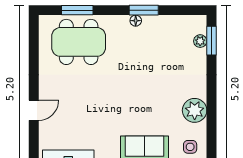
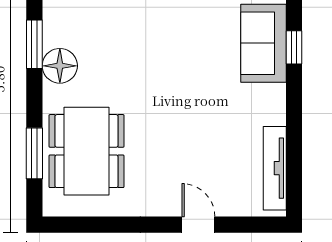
floor lamp: (136, 21) -> (60, 66), width x1.89, depth x1.89

